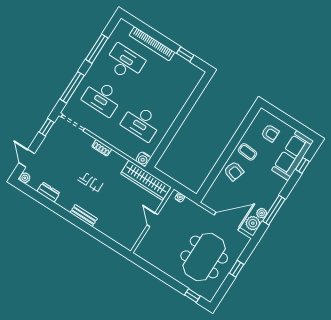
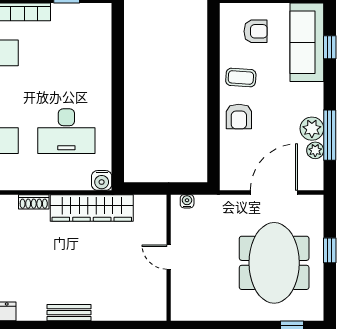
armchair: (234, 171) -> (239, 116), turned 72
wardrobe: (146, 180) -> (92, 208), moved
plant: (253, 223) -> (312, 129), moved

